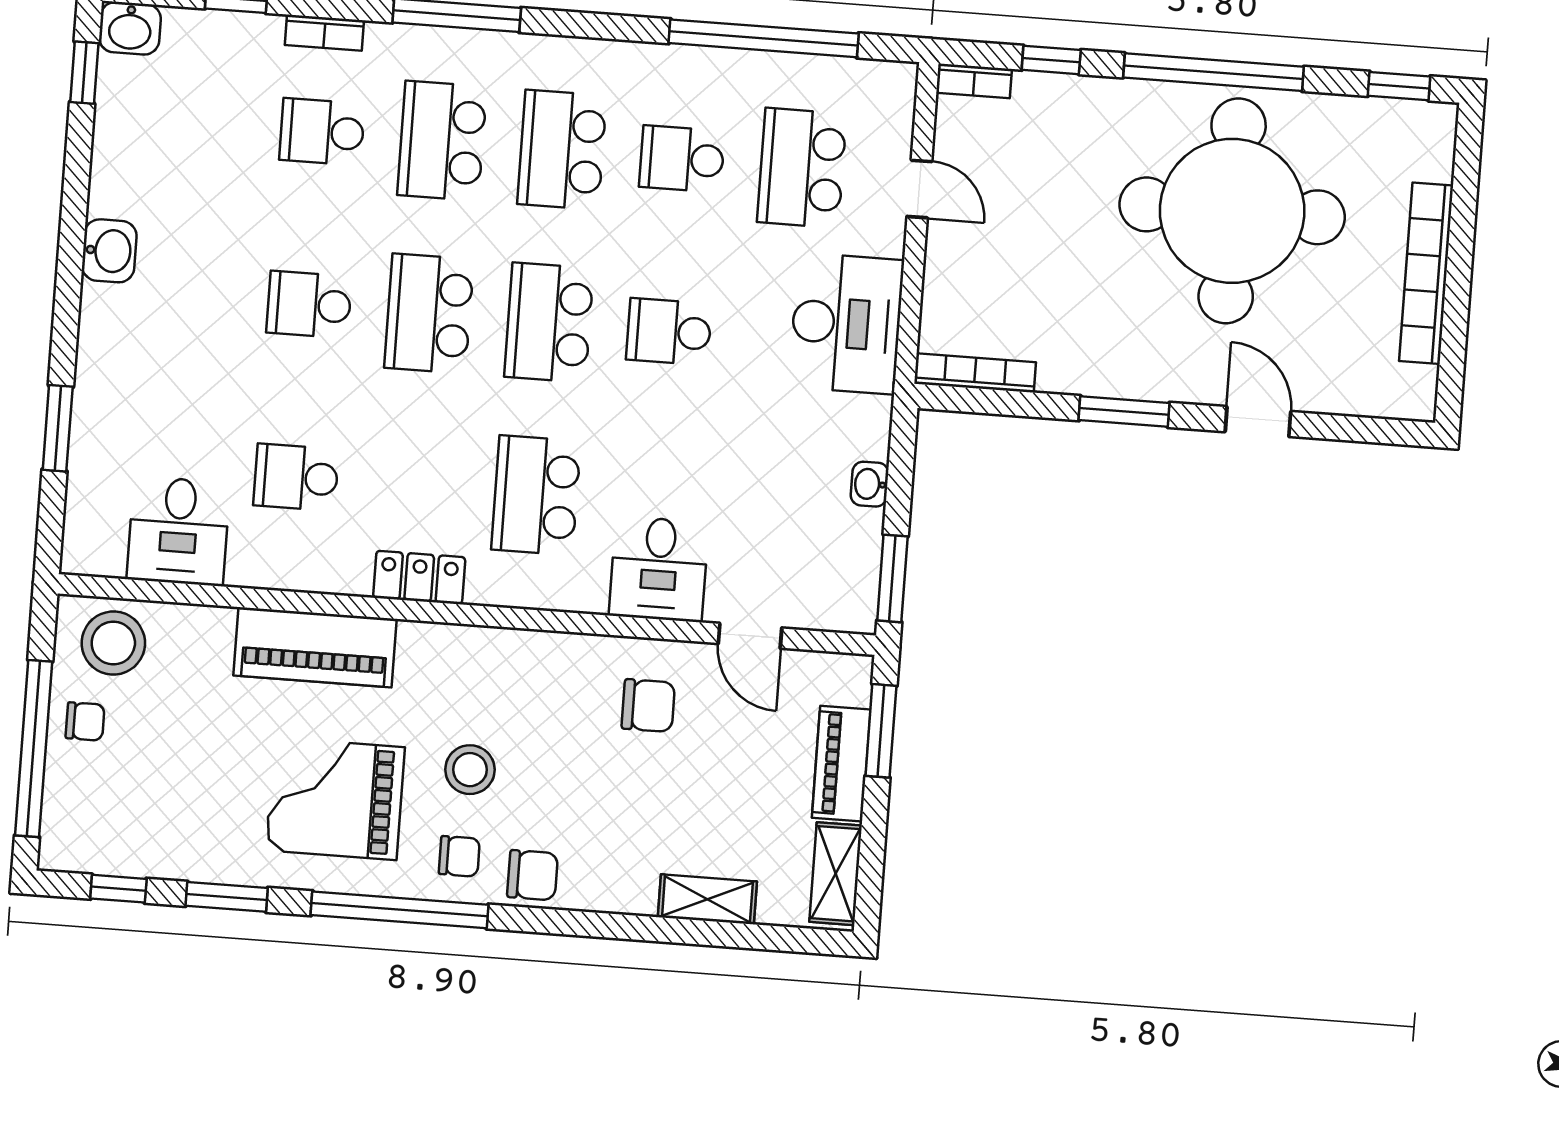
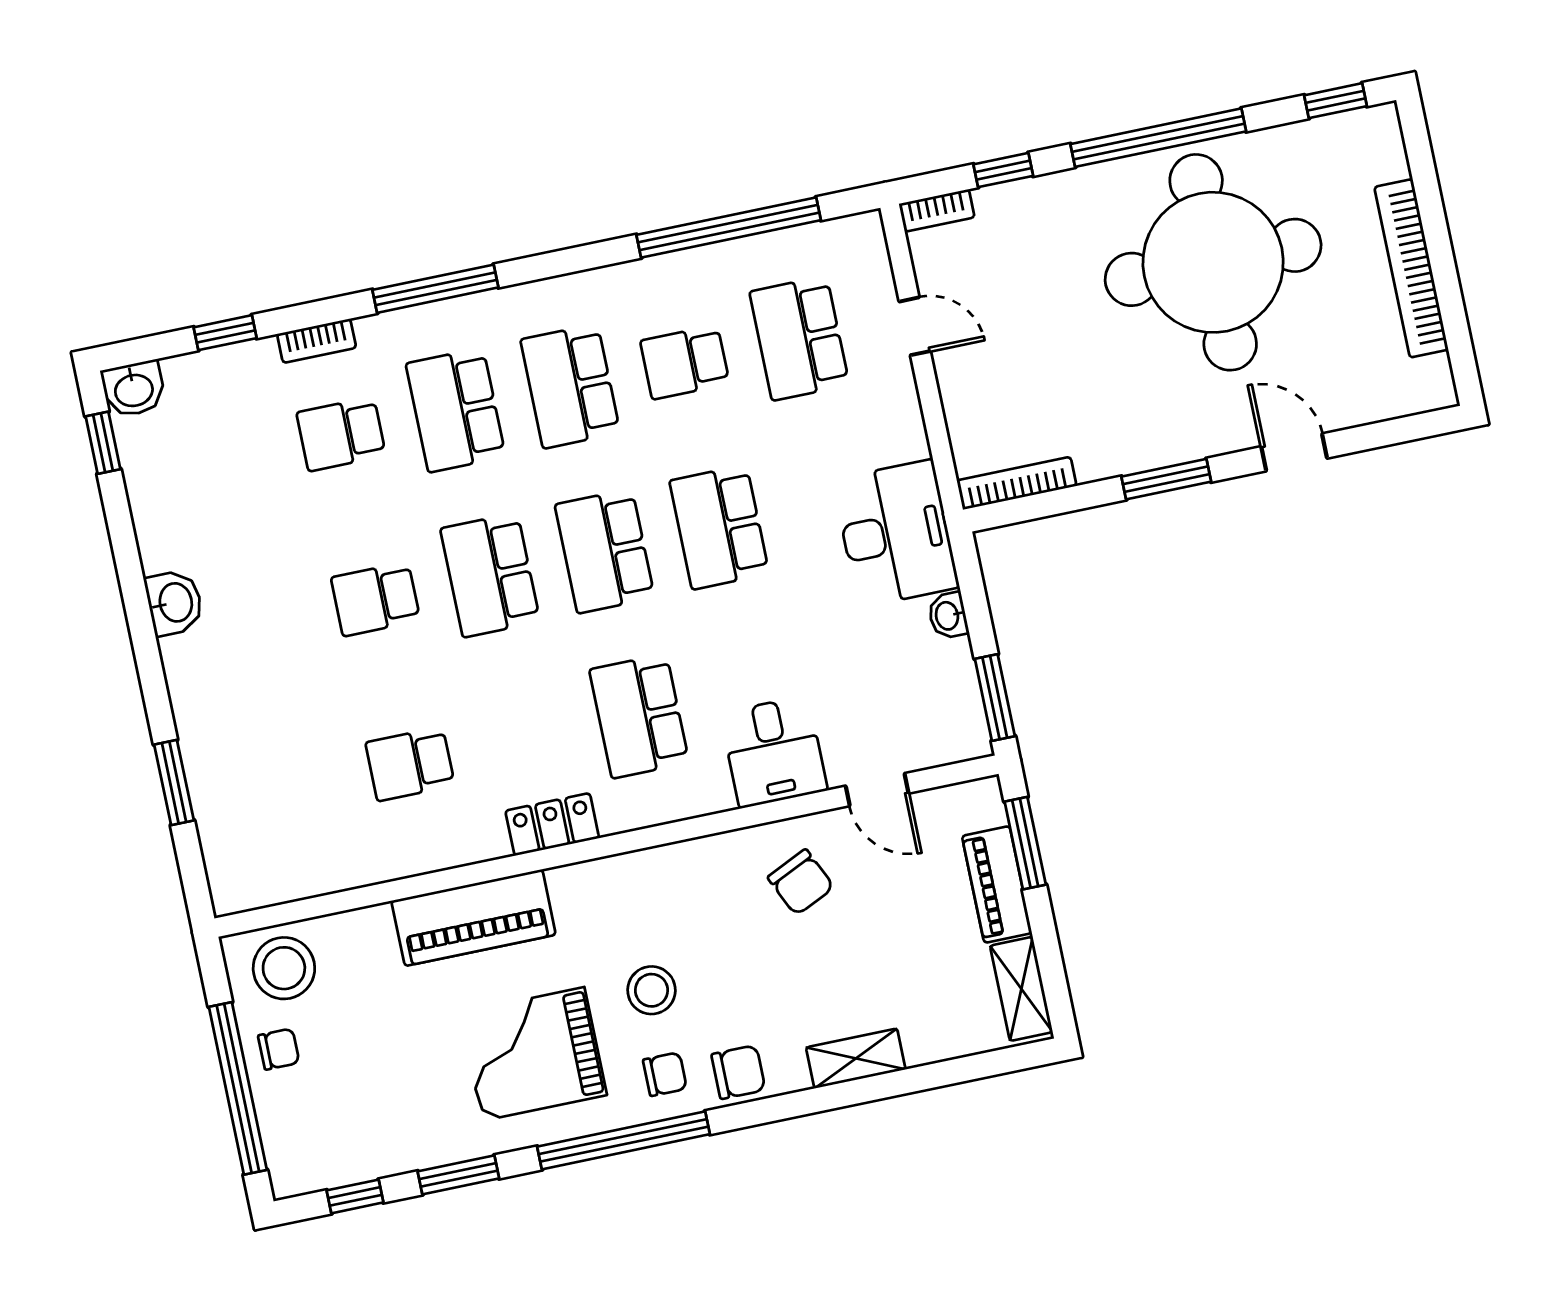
desk: (846, 324) -> (896, 533), moved
school desk: (669, 332) -> (719, 527), width x1.85
desk: (178, 531) -> (315, 846), removed
chair: (648, 706) -> (801, 882), turned 65
shelving: (707, 899) -> (856, 1058), moved

